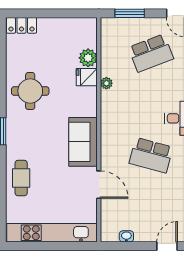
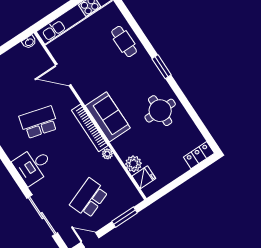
fridge: (87, 77) -> (144, 177), moved
bookcase: (107, 118) -> (90, 128), added
sofa: (83, 142) -> (108, 117), moved
washbasin: (126, 236) -> (29, 42), moved

